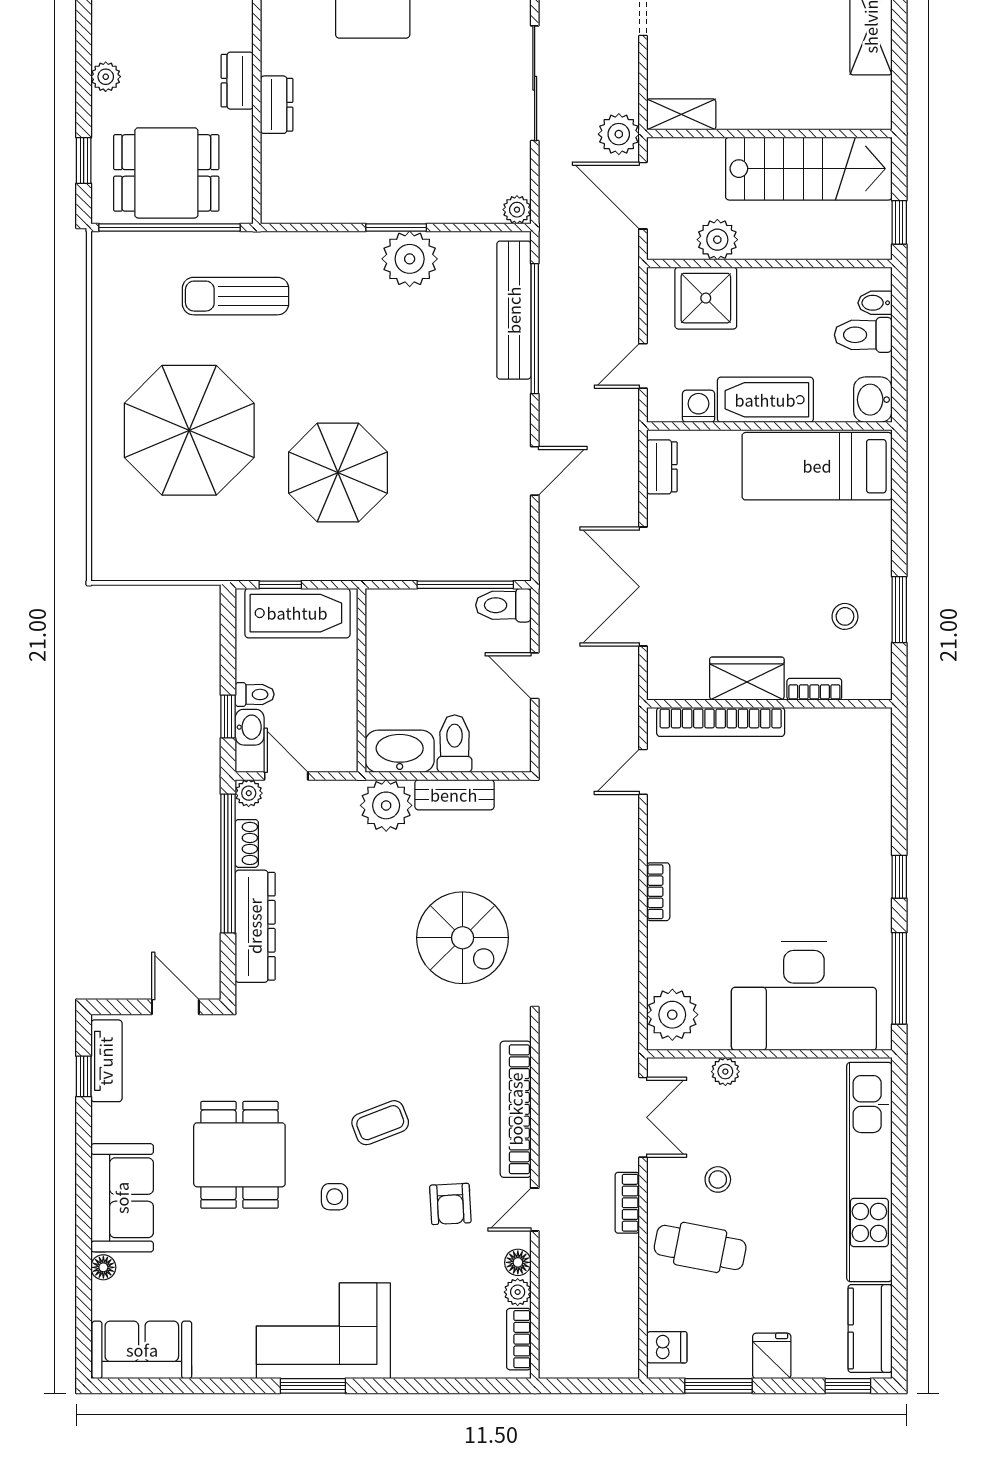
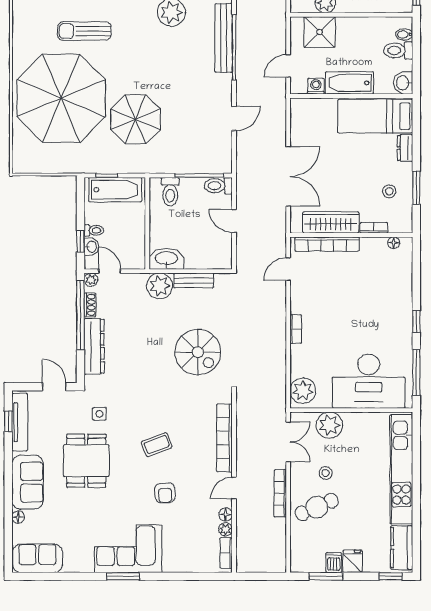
parasol: (189, 430) -> (61, 98), width x1.36, depth x1.36
dresser: (662, 467) -> (405, 148), moved, turned 180
double door: (643, 587) -> (288, 176), swing flipped
wardrobe: (747, 679) -> (331, 222), width x1.50
floor lamp: (854, 719) -> (394, 243), added
toilet: (455, 744) -> (170, 192), moved, turned 180
tv unit: (106, 1061) -> (20, 422), width x1.41
plant: (725, 1072) -> (329, 425), width x1.88, depth x1.88
side table: (335, 1197) -> (99, 414), moved
bookcase: (627, 1203) -> (280, 493), width x1.56
armchair: (450, 1204) -> (165, 493), moved
cafe table: (700, 1247) -> (317, 507), turned -34
dishwasher: (667, 1347) -> (334, 563), moved, turned -90

